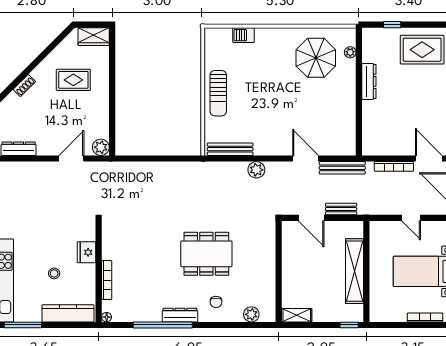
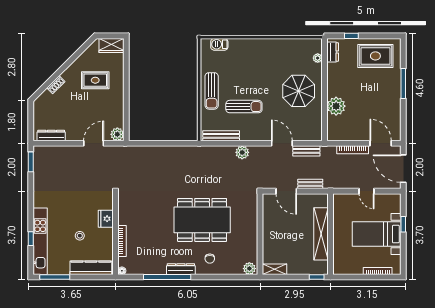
barbecue: (244, 35) -> (219, 44), moved
parasol: (316, 58) -> (299, 91), moved
dresser: (369, 81) -> (333, 52), moved, width x0.70
plant: (373, 112) -> (336, 106), added
sun lounger: (259, 113) -> (244, 107), added
bench: (342, 168) -> (306, 151), width x0.73
dining table: (206, 254) -> (202, 220), width x1.36, depth x1.24
plant: (251, 314) -> (249, 269), moved

